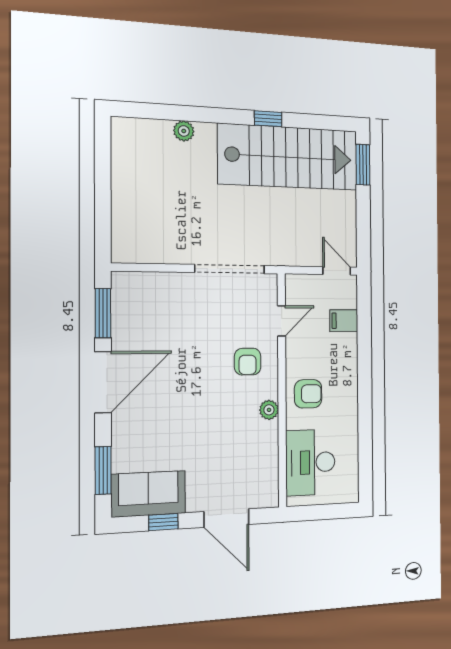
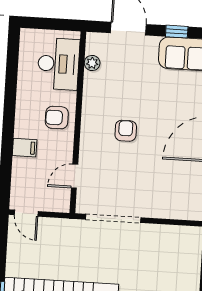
filing cabinet: (344, 321) -> (25, 148), moved
armchair: (248, 362) -> (126, 131), moved
plant: (269, 410) -> (92, 63), moved

